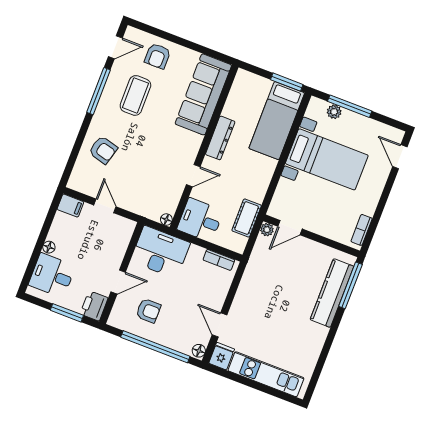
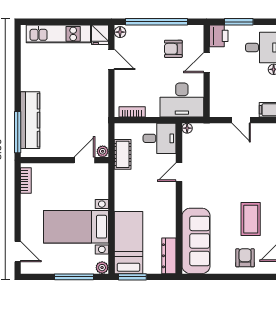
plant: (334, 112) -> (102, 268), moved
dresser: (220, 138) -> (169, 256), moved
armchair: (103, 150) -> (260, 165), removed

